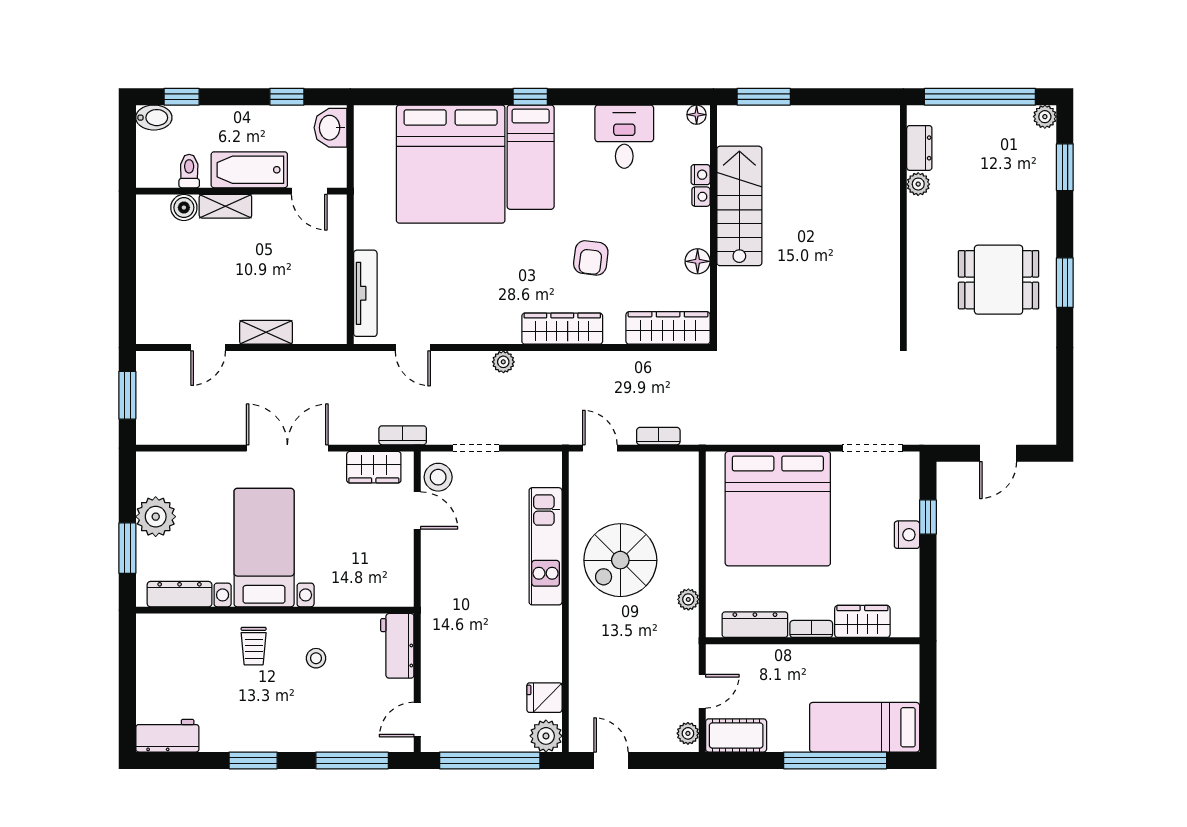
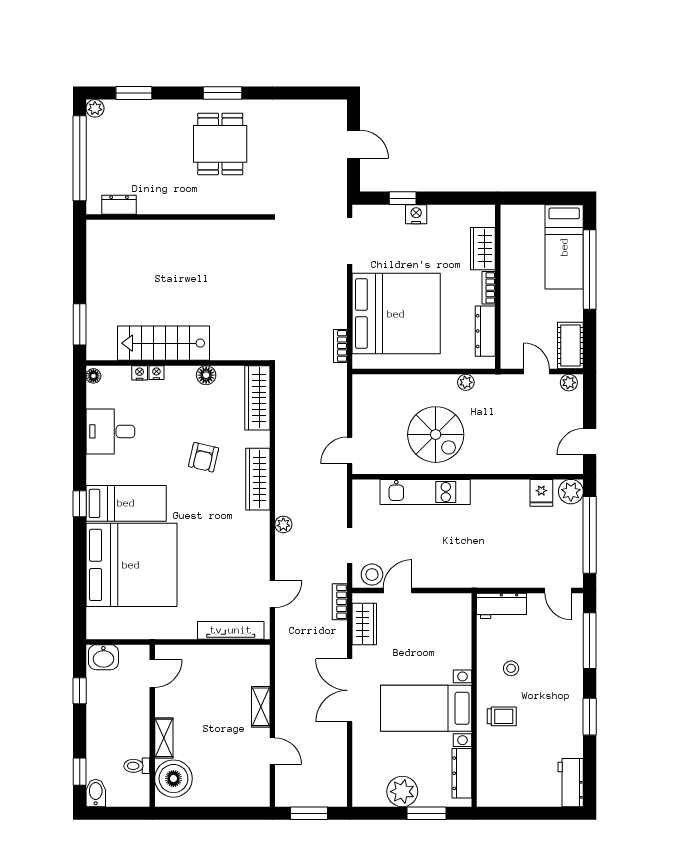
bathtub: (249, 170) -> (136, 720), removed
plant: (918, 184) -> (147, 206), removed
boiler: (184, 208) -> (173, 779), width x1.86, depth x1.86
armchair: (591, 258) -> (204, 457), turned 96
bookcase: (658, 436) -> (340, 346), moved

